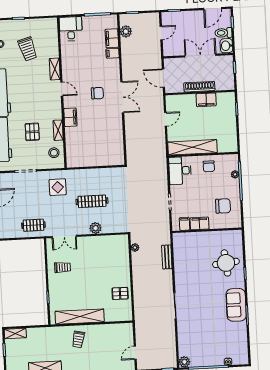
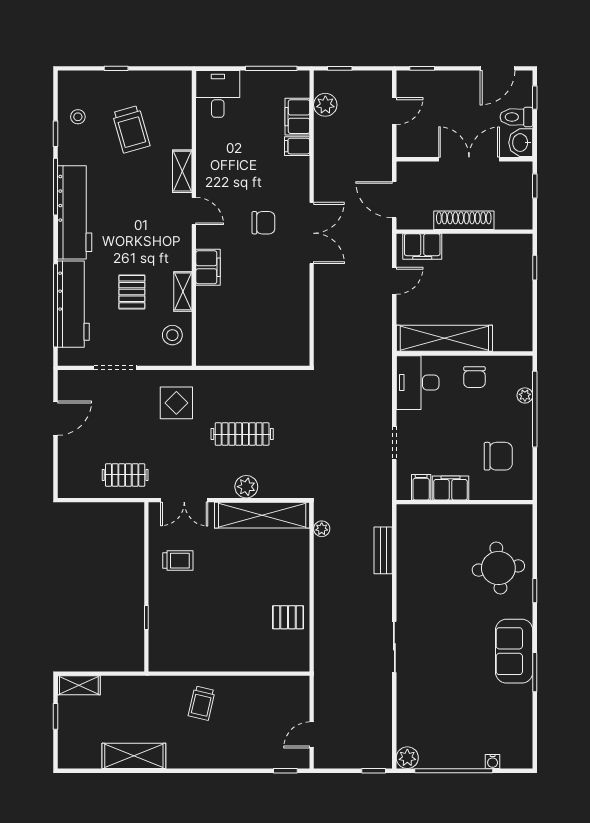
filing cabinet: (206, 100) -> (422, 247), moved
shelving: (80, 317) -> (262, 515), moved

